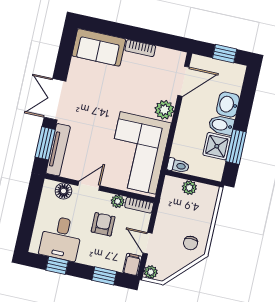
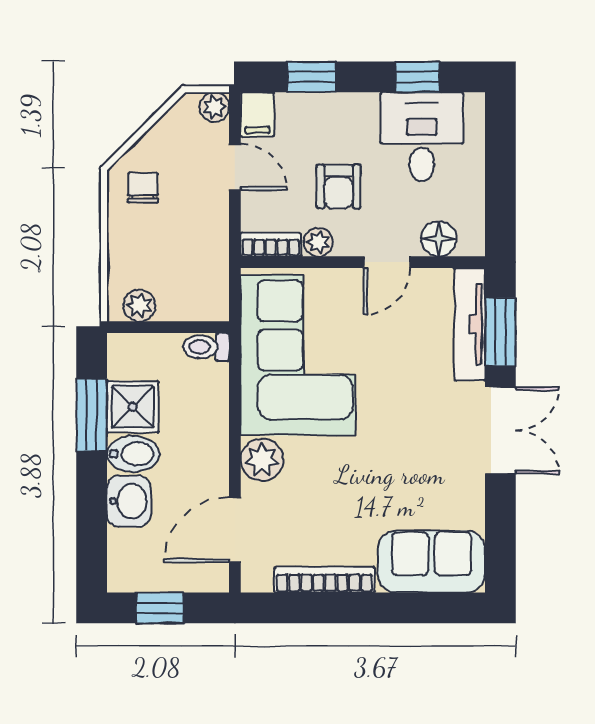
bookcase: (140, 48) -> (324, 580), width x1.56
plant: (189, 188) -> (139, 305), moved

